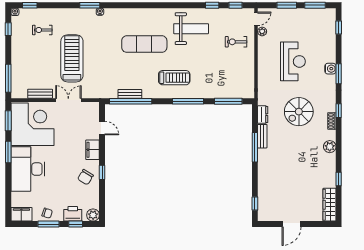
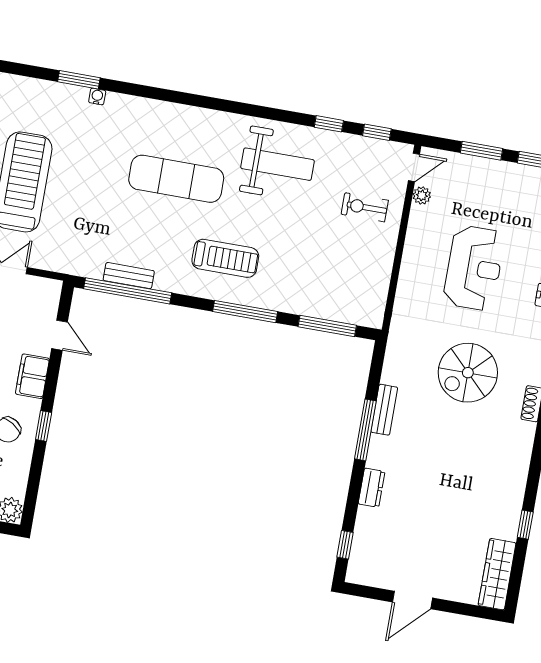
dresser: (263, 115) -> (372, 488), moved
plant: (330, 147) -> (519, 455), removed

